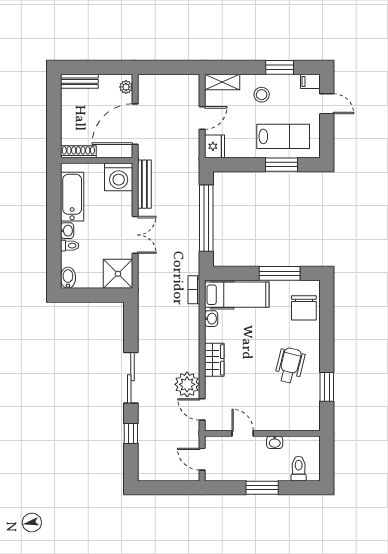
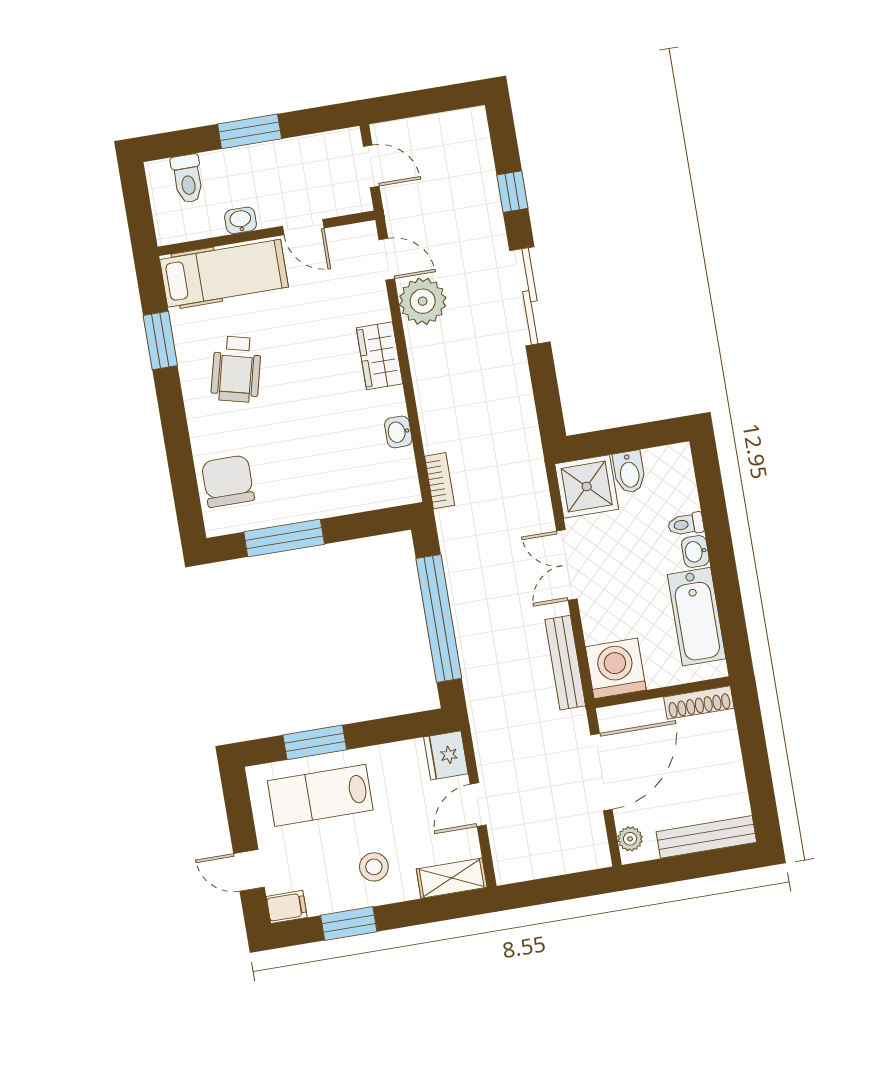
bench: (79, 81) -> (706, 837), width x1.36
bidet: (68, 278) -> (629, 472), moved
hospital bed: (237, 295) -> (224, 273), moved, turned 180

